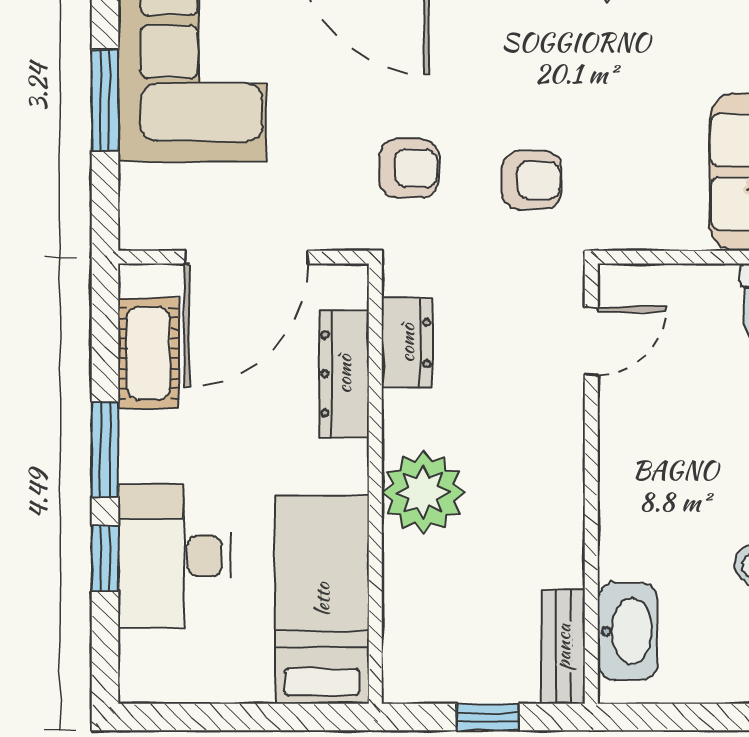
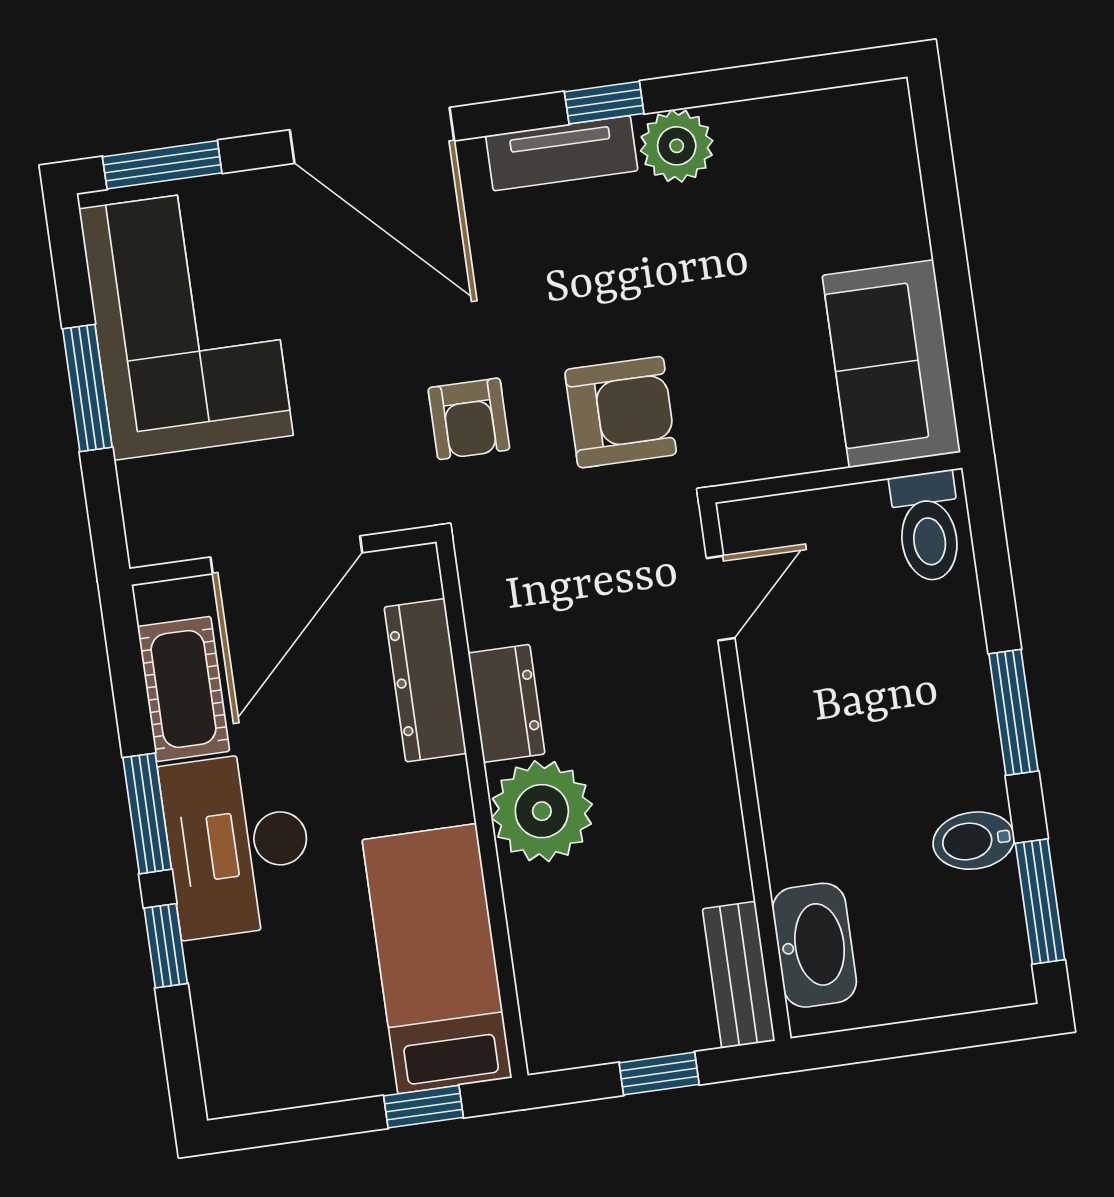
armchair: (409, 168) -> (469, 419), turned 90
armchair: (532, 180) -> (621, 412), width x1.38, depth x1.38
dresser: (407, 343) -> (507, 703), moved
desk: (174, 556) -> (238, 844), moved
window: (294, 717) -> (424, 1107), added

